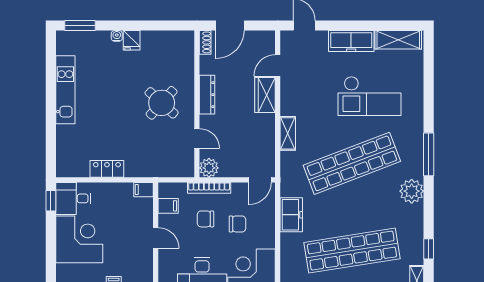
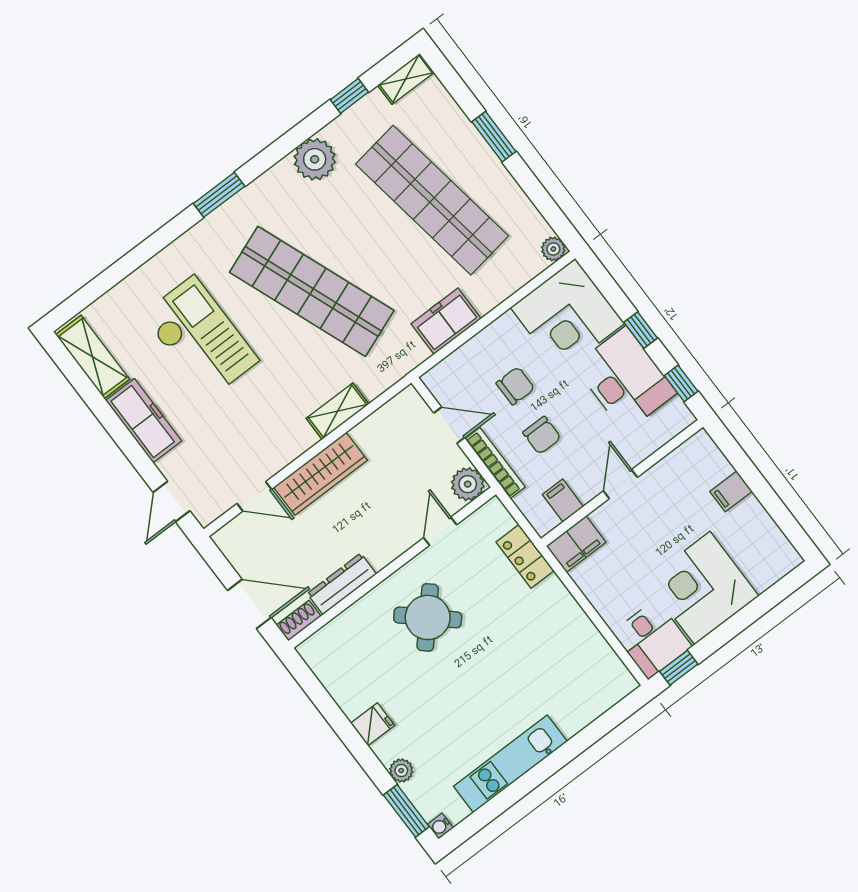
water cooler: (117, 36) -> (440, 826), moved
plant: (100, 37) -> (401, 771), added
dresser: (207, 95) -> (342, 584), moved
wardrobe: (265, 95) -> (320, 474), width x1.50
window: (429, 154) -> (219, 195), width x0.69
locker: (107, 169) -> (525, 556), moved
door: (260, 180) -> (449, 425), moved
filing cabinet: (143, 190) -> (576, 544), width x2.00
plant: (412, 191) -> (315, 159), moved
chair: (237, 224) -> (515, 386), turned 90

